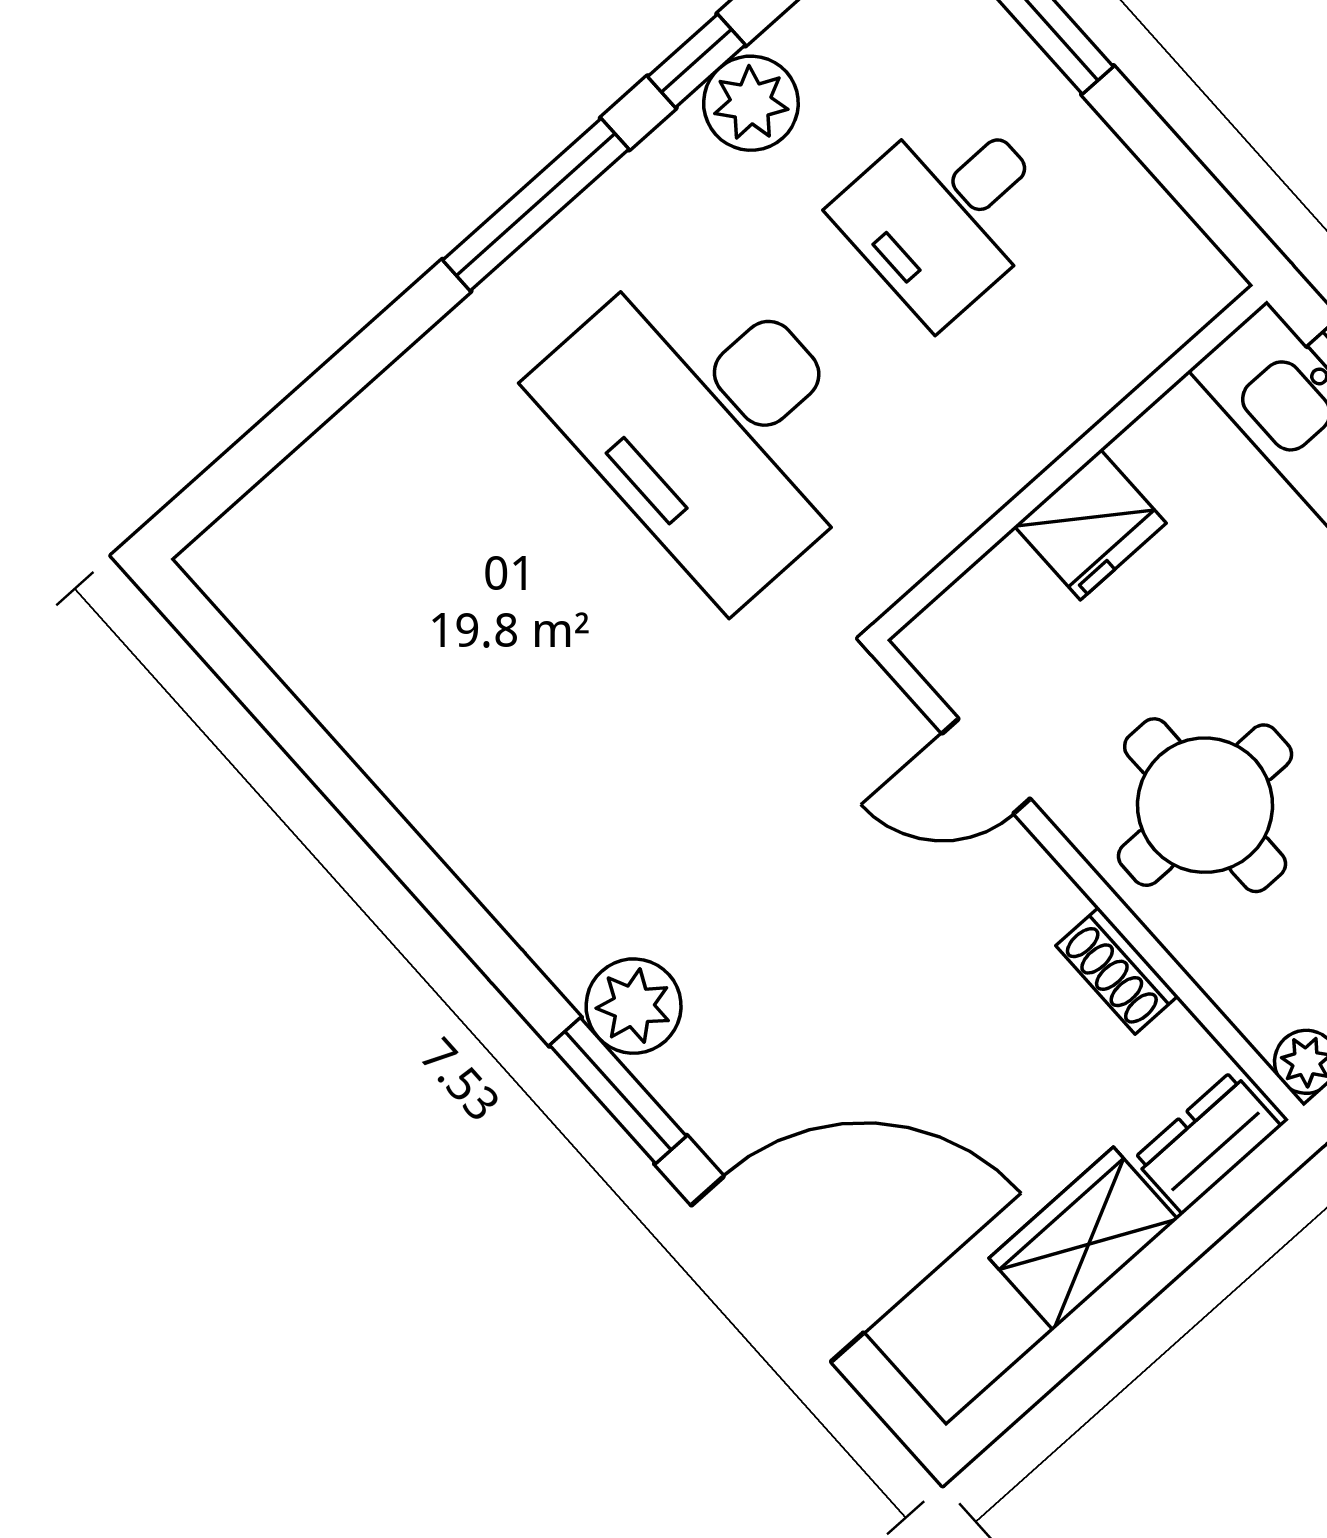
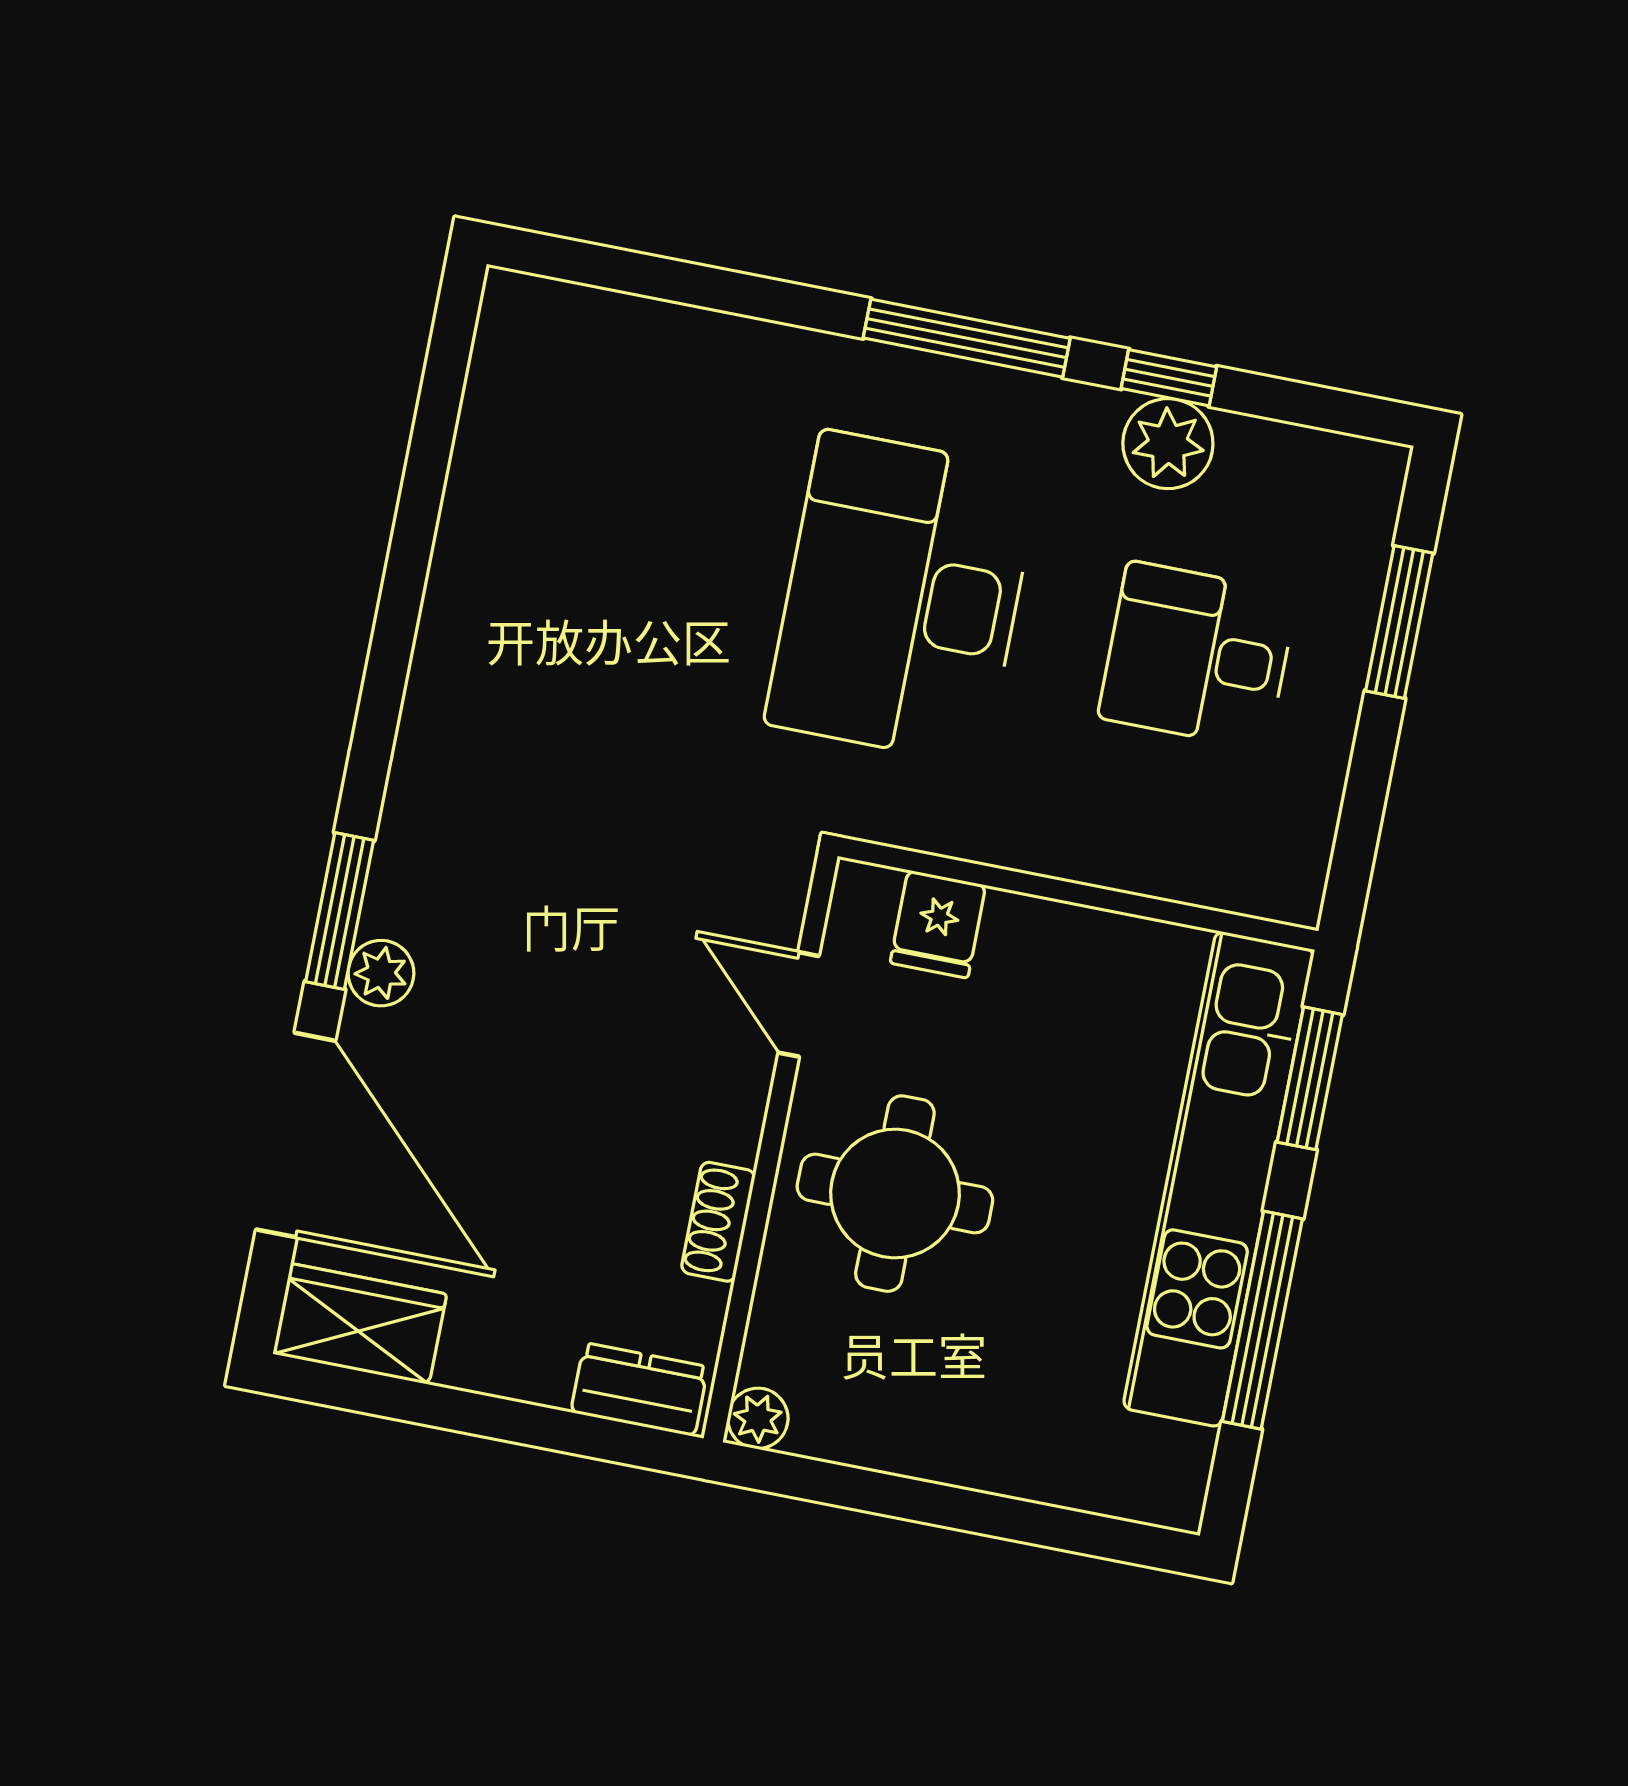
fridge: (1090, 525) -> (938, 924), moved, width x0.72
plant: (634, 1006) -> (381, 973), moved, width x0.73, depth x0.73
wardrobe: (1083, 1239) -> (360, 1324), moved

